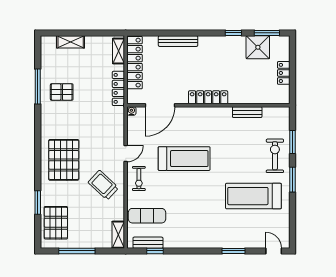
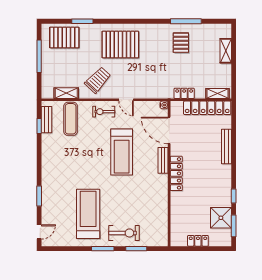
locker: (118, 88) -> (184, 93), width x0.66
bench: (247, 112) -> (163, 160), moved
shelving: (118, 235) -> (66, 93), moved

